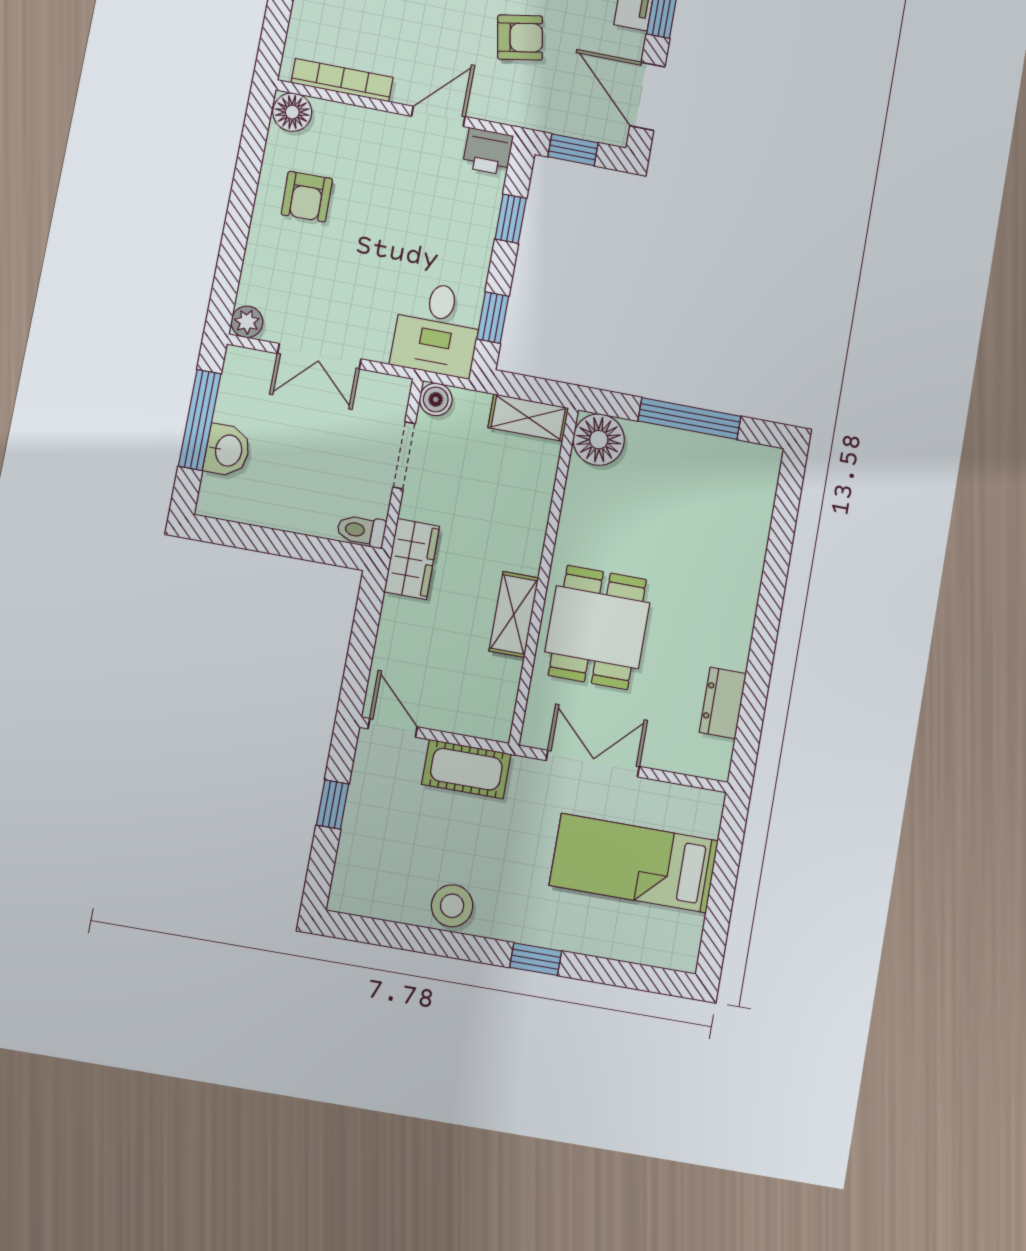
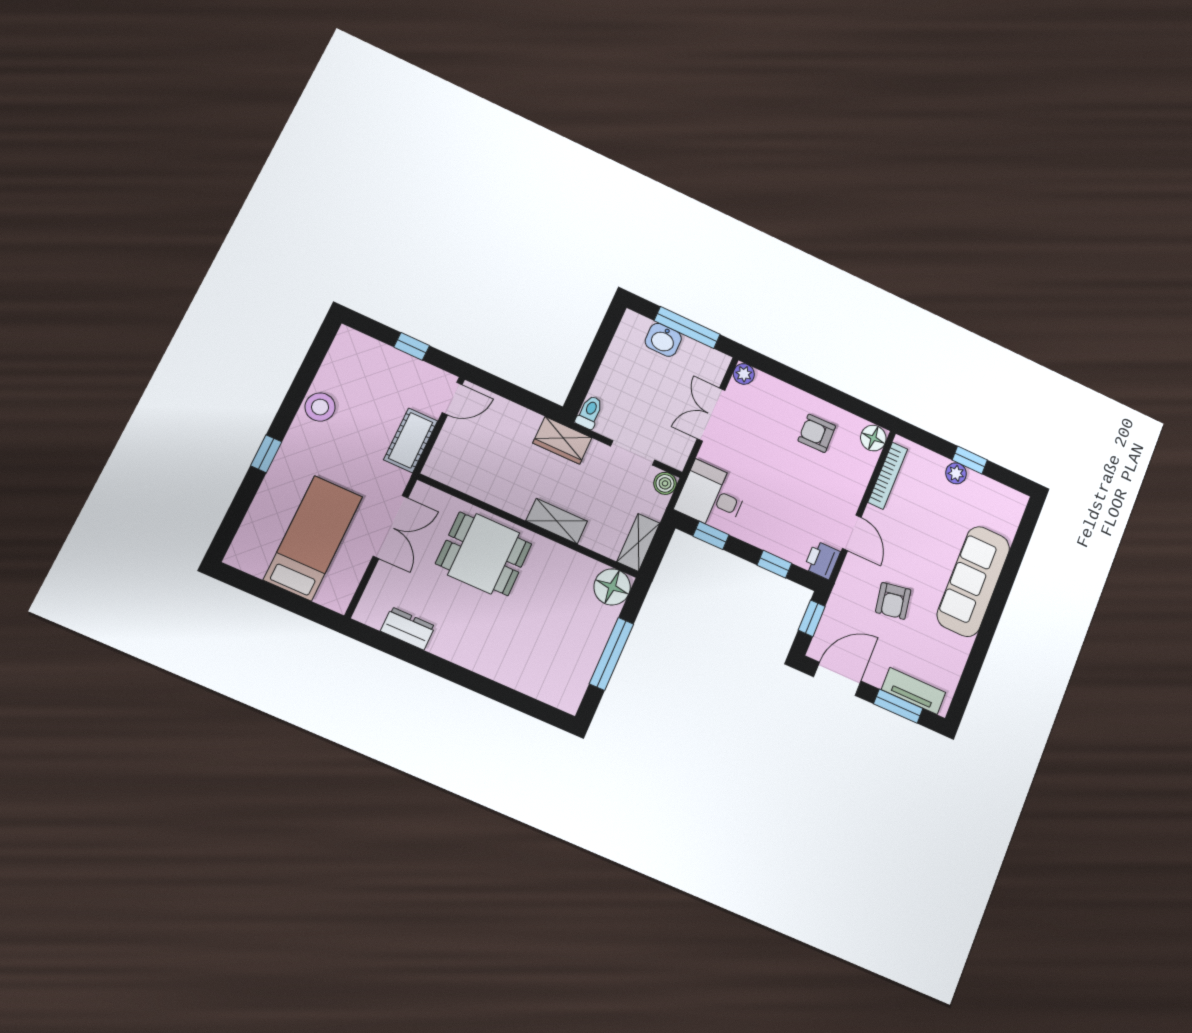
shelving: (514, 614) -> (557, 521), moved

